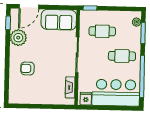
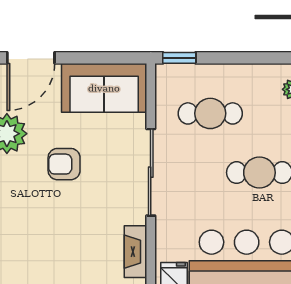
armchair: (27, 68) -> (64, 164), moved

